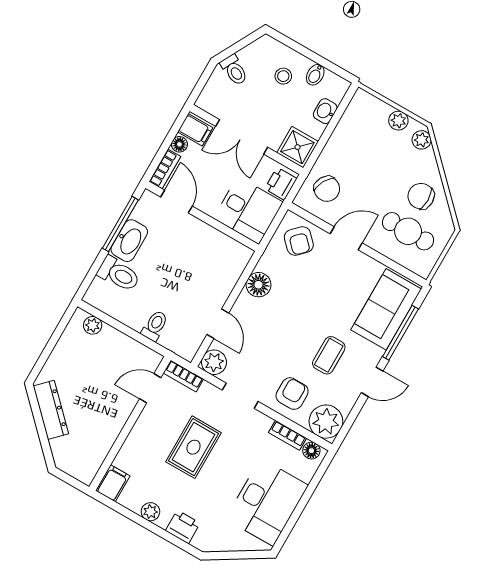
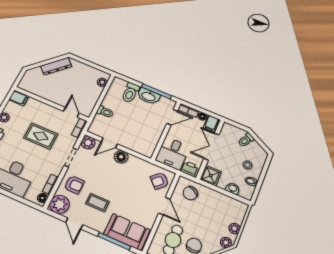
floor lamp: (259, 285) -> (121, 157), moved
door: (372, 382) -> (74, 223), moved

